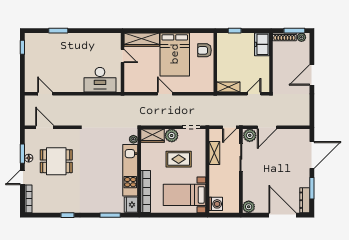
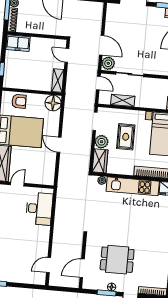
armchair: (204, 50) -> (19, 101), turned -90
floor lamp: (206, 84) -> (53, 103), added
door: (165, 94) -> (59, 145), hinge flipped
dining table: (56, 161) -> (117, 260), turned 90

